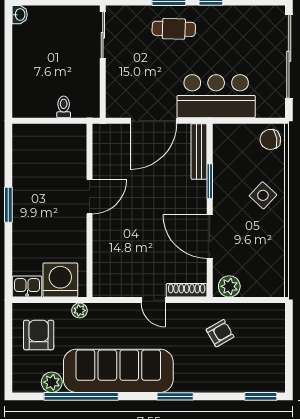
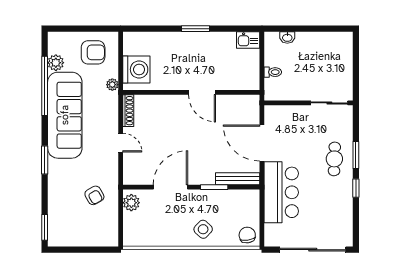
washbasin: (20, 15) -> (287, 37), moved
kitchen sink: (27, 287) -> (248, 40), moved, turned 90
shoe rack: (187, 290) -> (128, 111), moved
door: (153, 300) -> (121, 143), swing flipped

